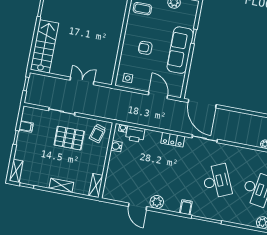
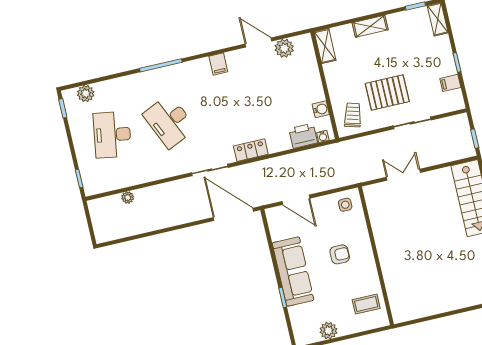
double door: (82, 81) -> (403, 175), swing flipped
plant: (157, 202) -> (284, 48), moved
filing cabinet: (186, 207) -> (218, 64), moved

